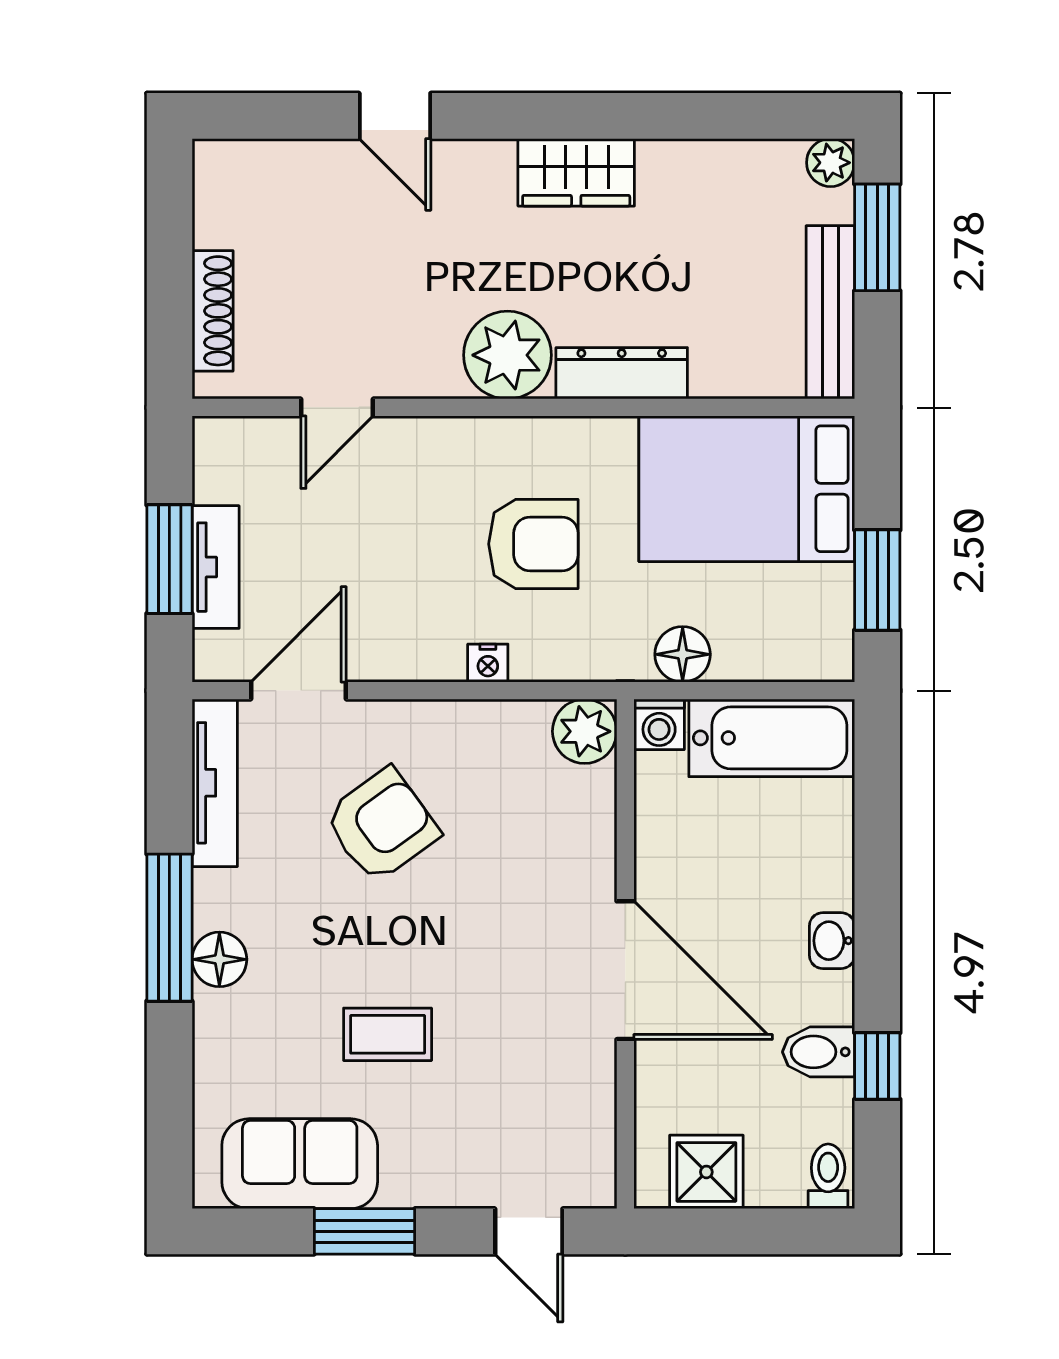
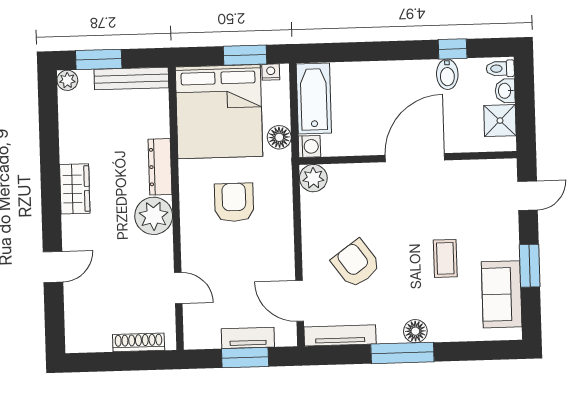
bed: (747, 489) -> (219, 112), width x1.36
nightstand: (488, 663) -> (271, 72), moved, turned -90
washbasin: (832, 941) -> (505, 91), moved, turned 90

